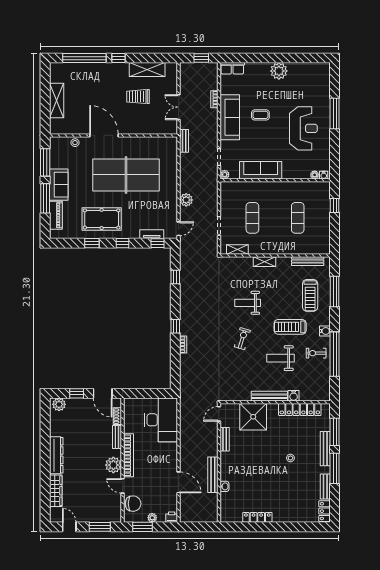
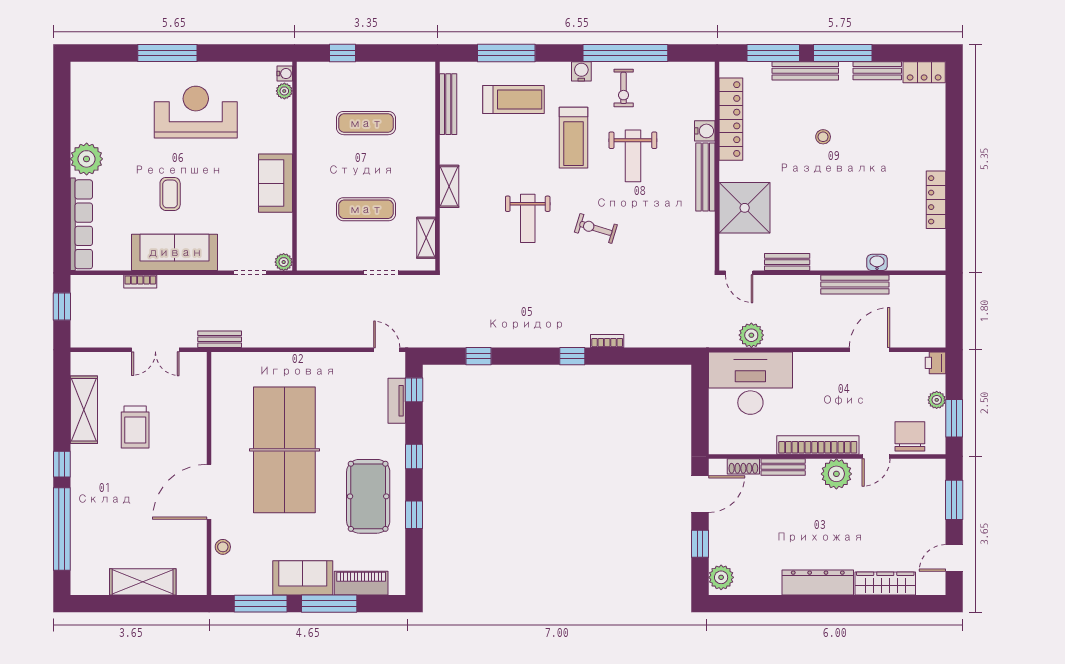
row of seats: (232, 68) -> (81, 224), width x2.02
sofa: (261, 170) -> (275, 183), width x0.73
plant: (186, 200) -> (751, 335), moved

